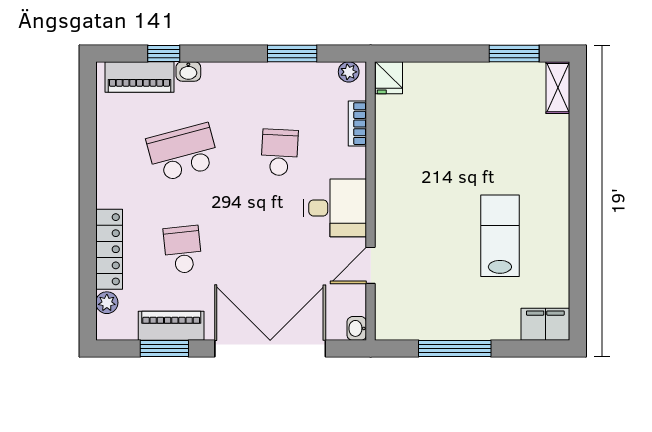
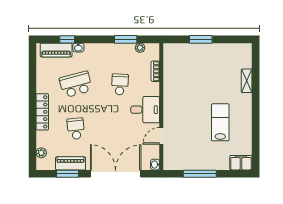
window: (514, 53) -> (201, 39), moved
plant: (349, 72) -> (140, 48), moved
fridge: (389, 78) -> (170, 50), removed
shelving: (558, 88) -> (247, 81), moved
locker: (109, 249) -> (42, 112), moved

